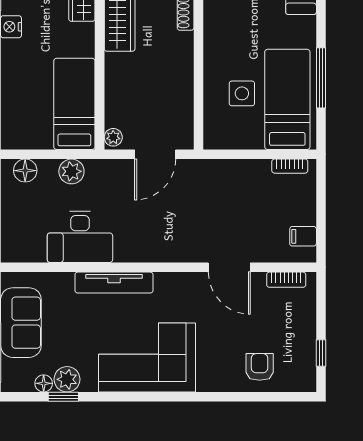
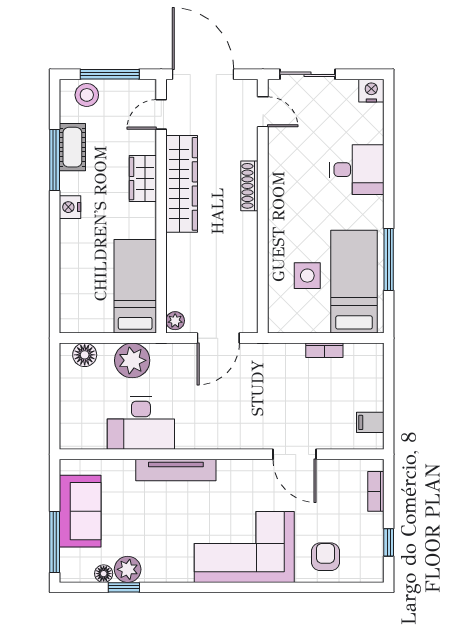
bookcase: (290, 166) -> (324, 350), moved
plant: (71, 171) -> (132, 360), width x1.36, depth x1.36
bookcase: (286, 280) -> (376, 491), moved, turned 90
corner sofa: (147, 357) -> (244, 547), moved

